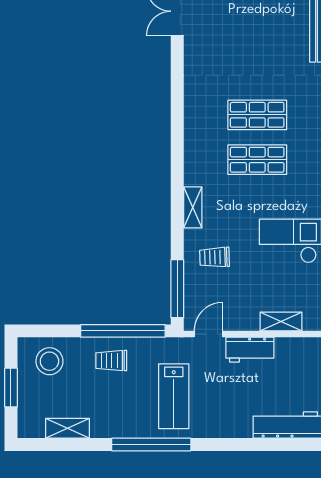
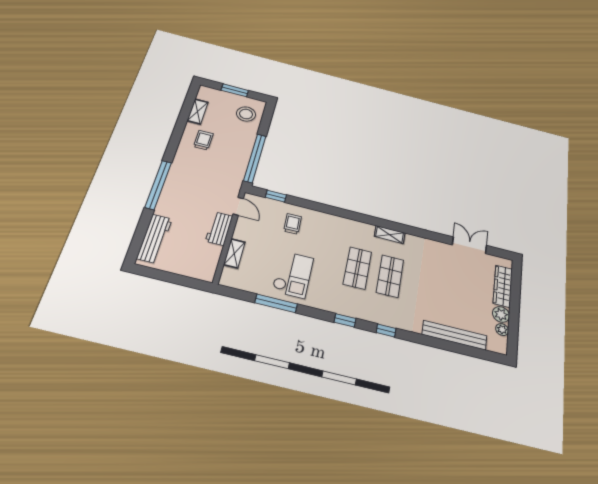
shelving: (193, 207) -> (390, 235), moved
window: (177, 289) -> (276, 196), width x0.46
trolley: (111, 361) -> (203, 140), moved
lab bench: (174, 396) -> (200, 175), removed
window: (151, 444) -> (158, 185), moved

